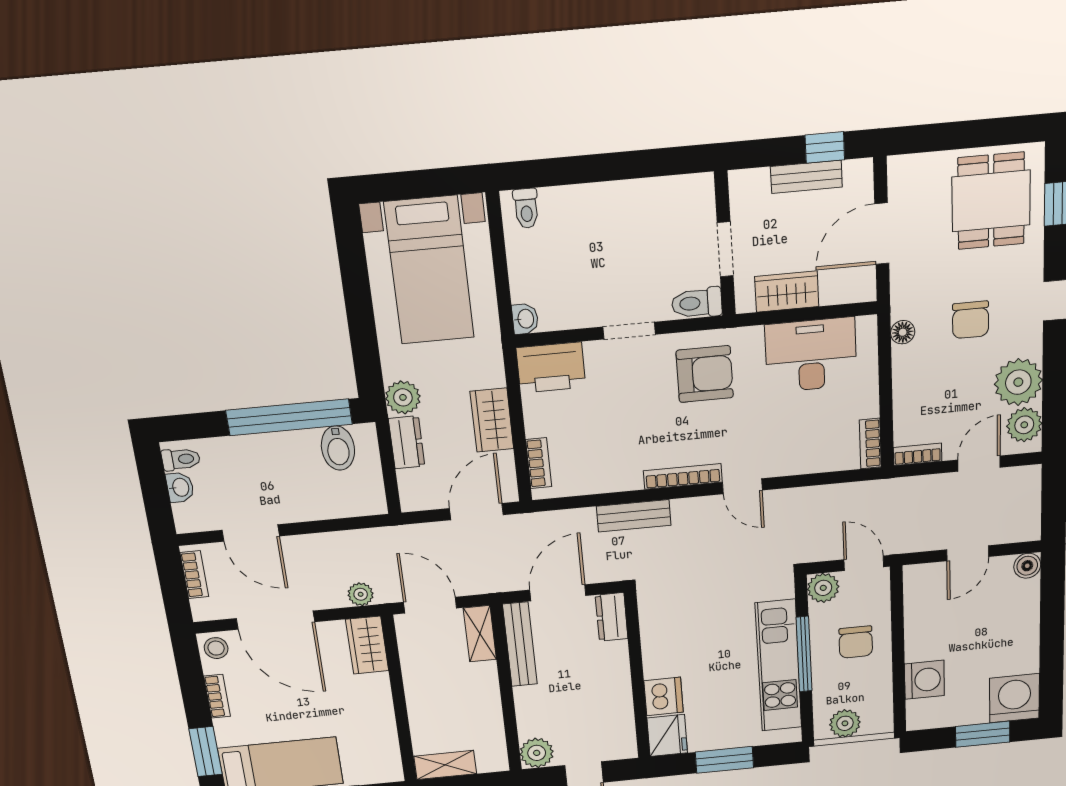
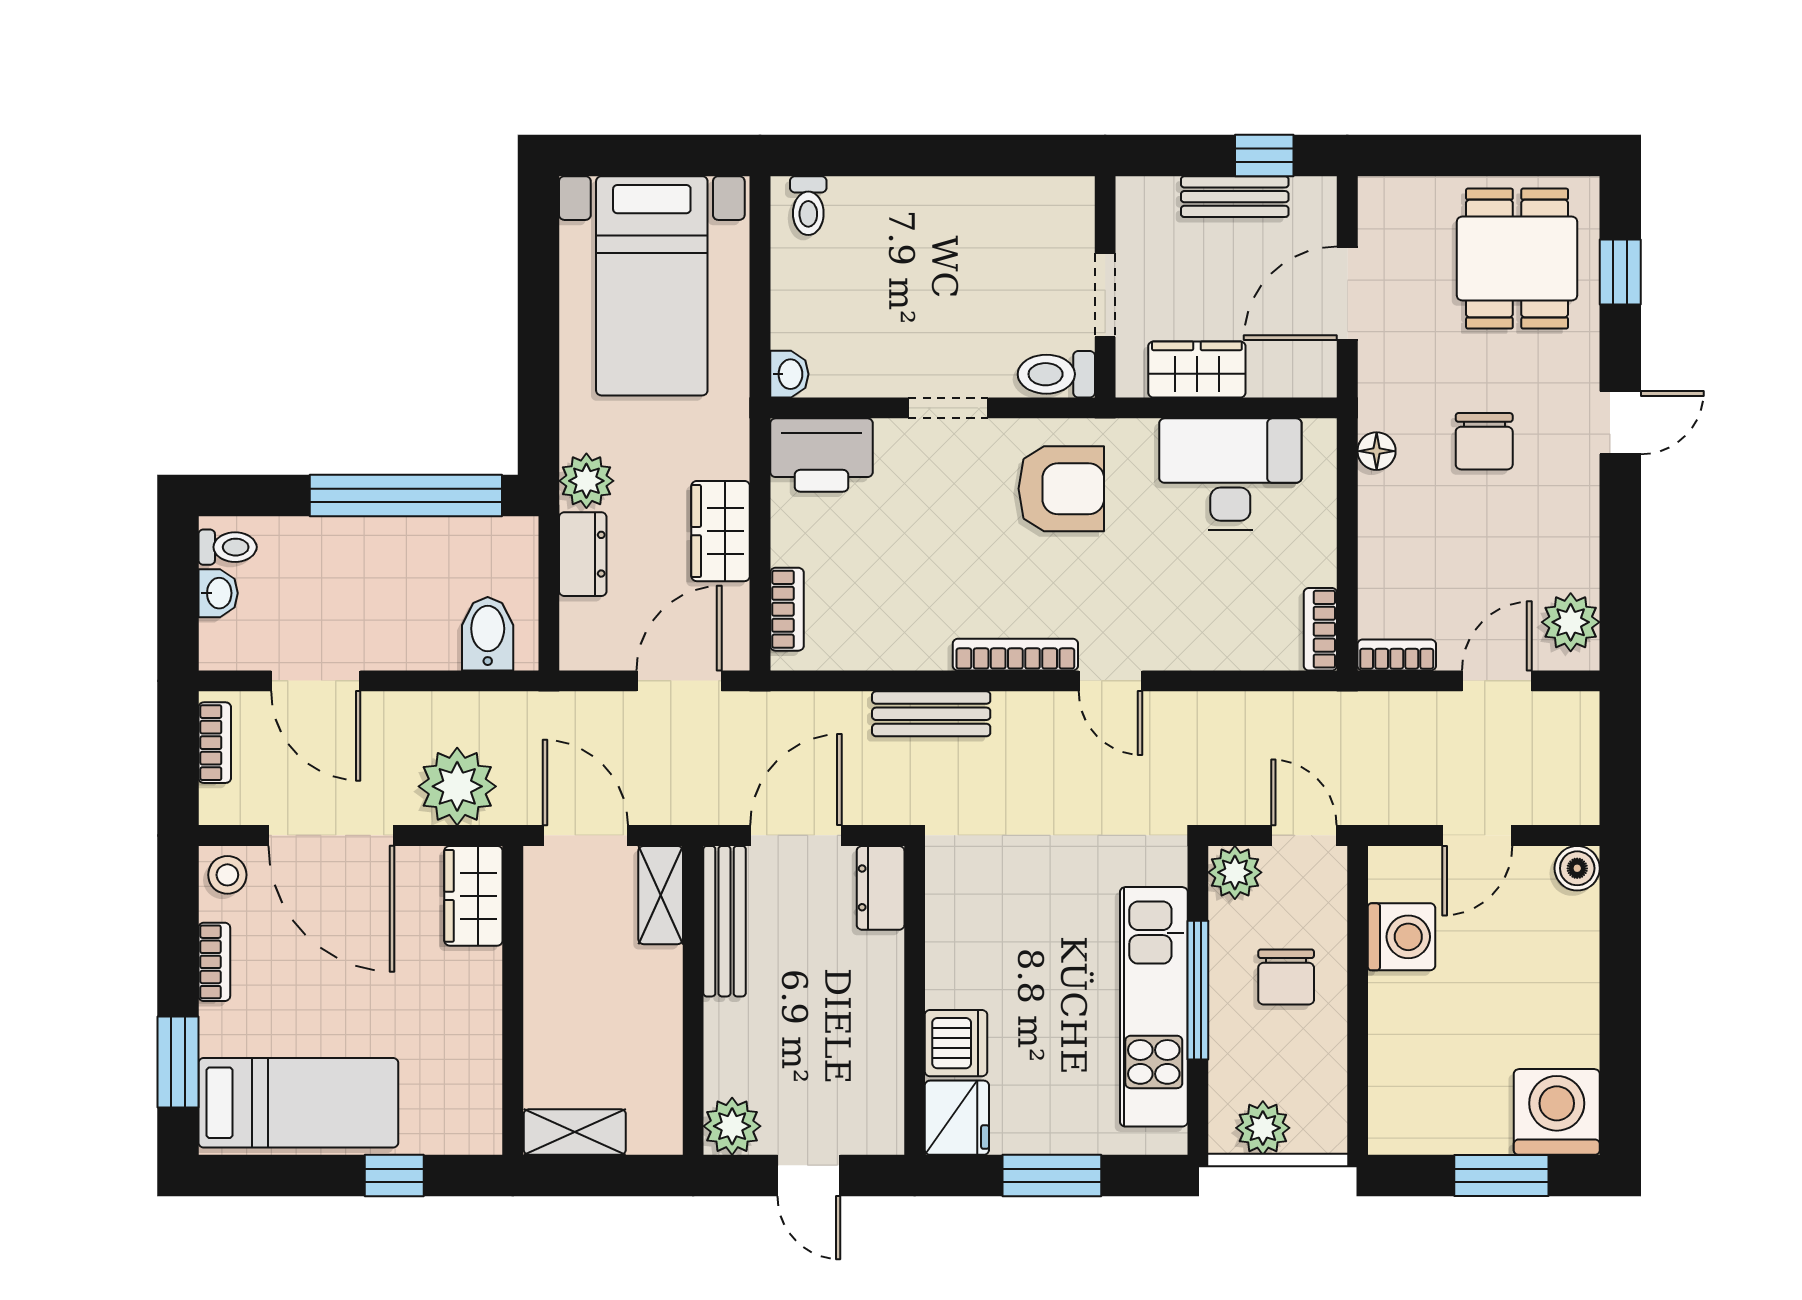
plant: (1018, 382) -> (1561, 550), removed
bidet: (338, 448) -> (488, 634), moved, turned 180
plant: (361, 594) -> (457, 786), width x1.88, depth x1.88
washing machine: (924, 680) -> (1402, 937), moved

